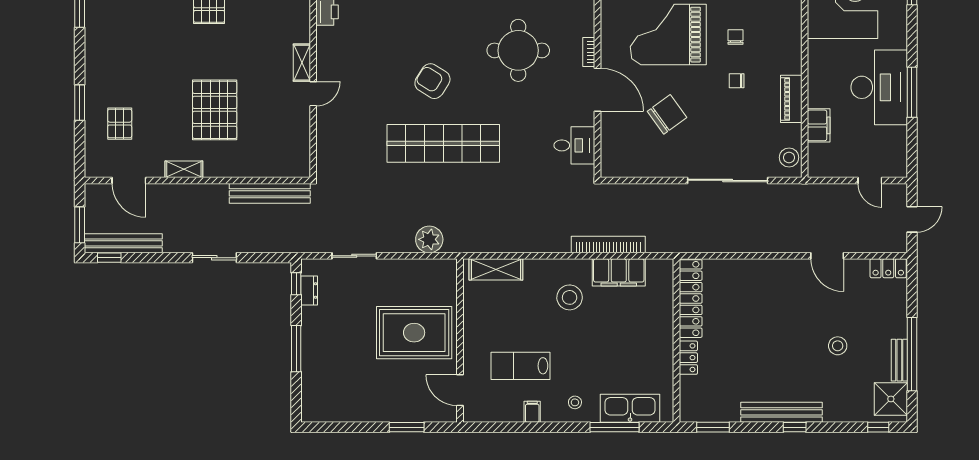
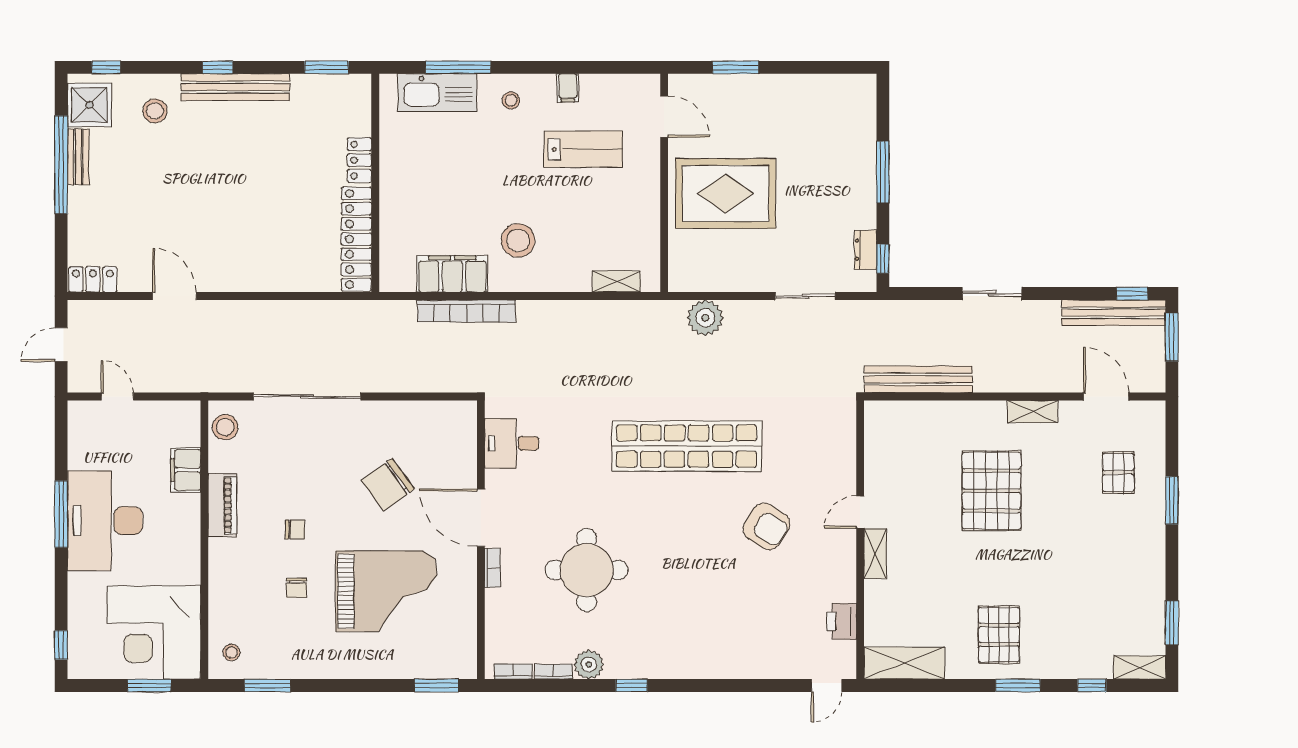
armchair: (432, 81) -> (767, 526), moved
shelving: (496, 269) -> (616, 282), width x0.67, depth x0.75
stool: (838, 346) -> (155, 111), moved

